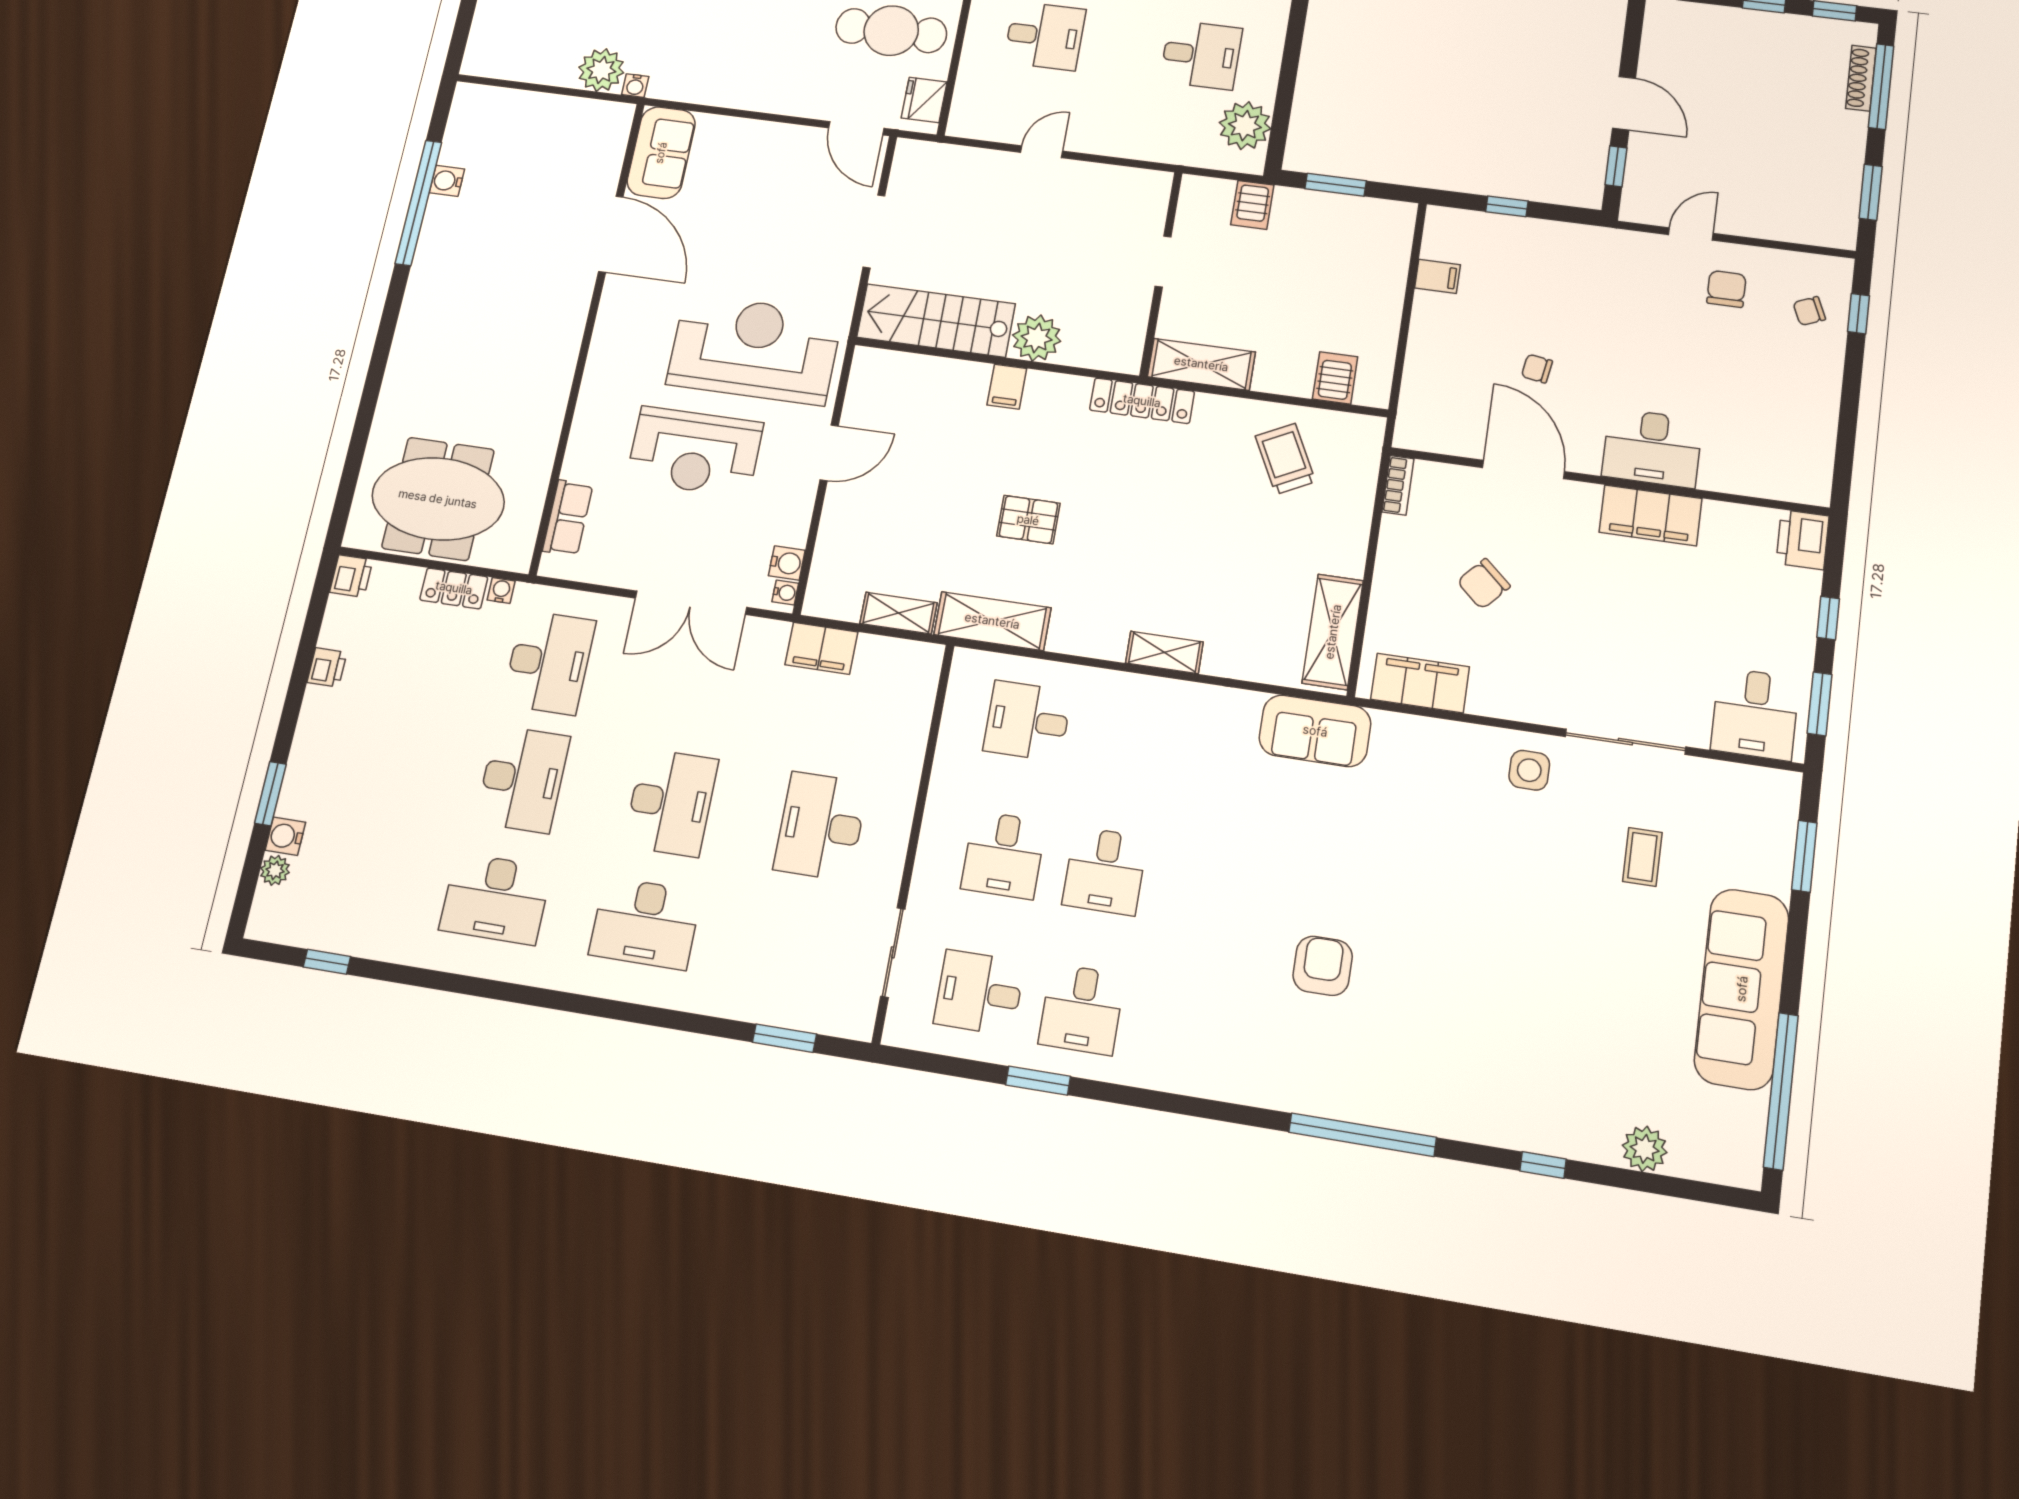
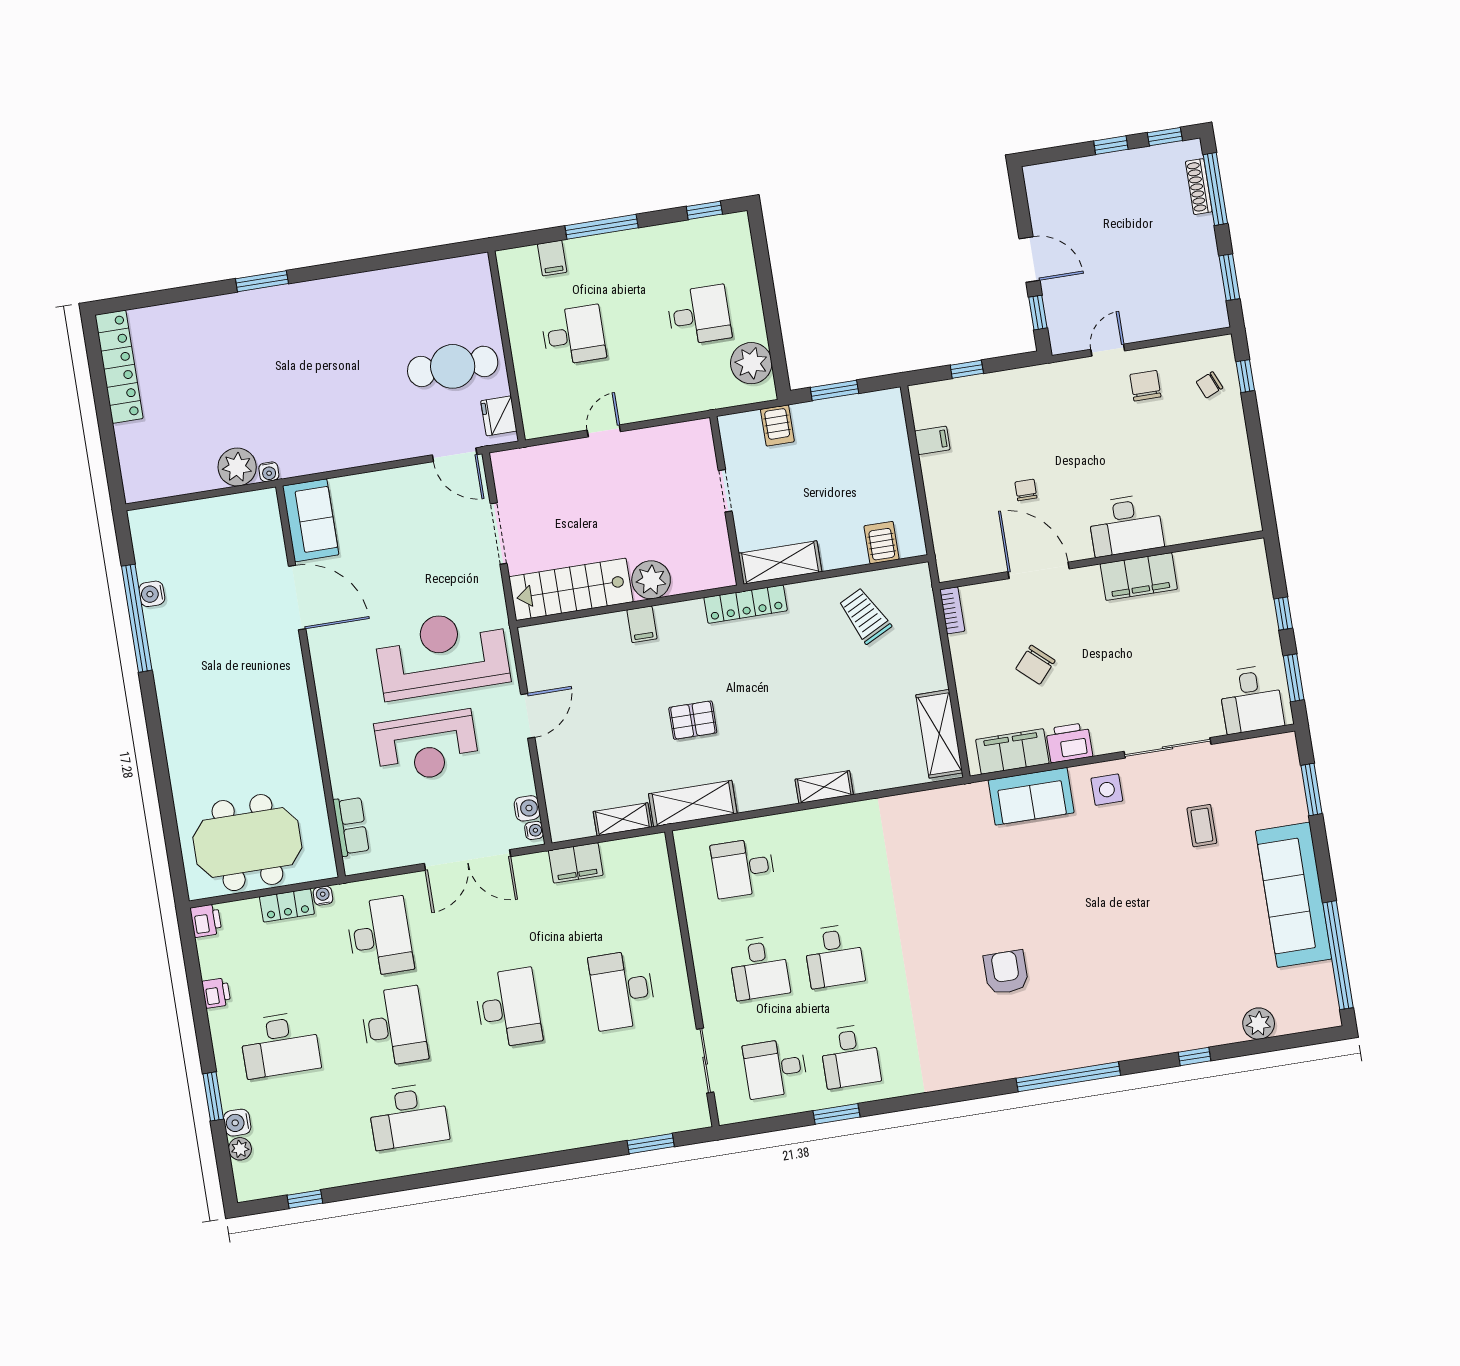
chair: (1537, 369) -> (1026, 490), turned 81
printer: (1803, 540) -> (1069, 743), moved, turned 90
sofa: (1315, 731) -> (1031, 796), moved
desk: (645, 923) -> (280, 1045), moved

